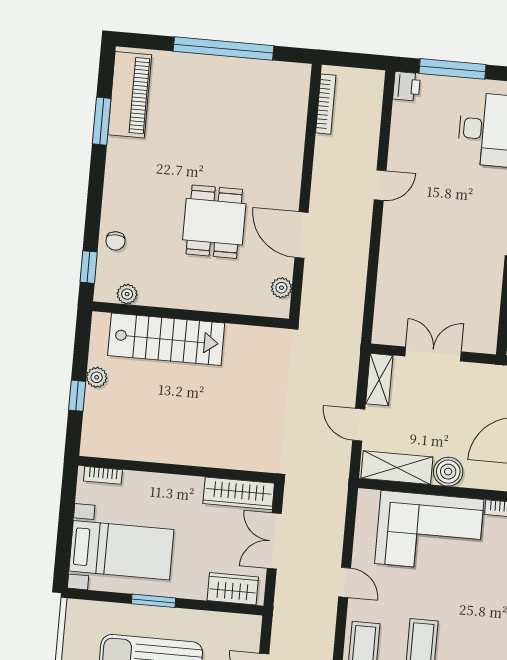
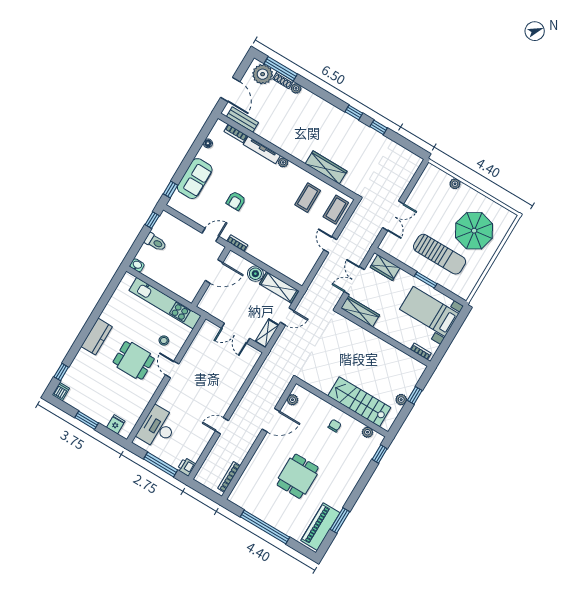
dining table: (214, 222) -> (298, 476), moved
door: (302, 235) -> (271, 420), hinge flipped
chair: (115, 241) -> (335, 426), moved
door: (359, 425) -> (287, 317), hinge flipped
corner sofa: (429, 531) -> (278, 250), removed
double door: (274, 541) -> (354, 281), swing flipped

